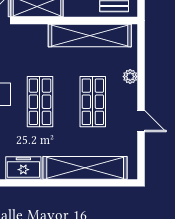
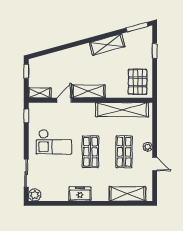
plant: (130, 77) -> (148, 147), moved
shelving: (85, 168) -> (127, 194), width x0.68

